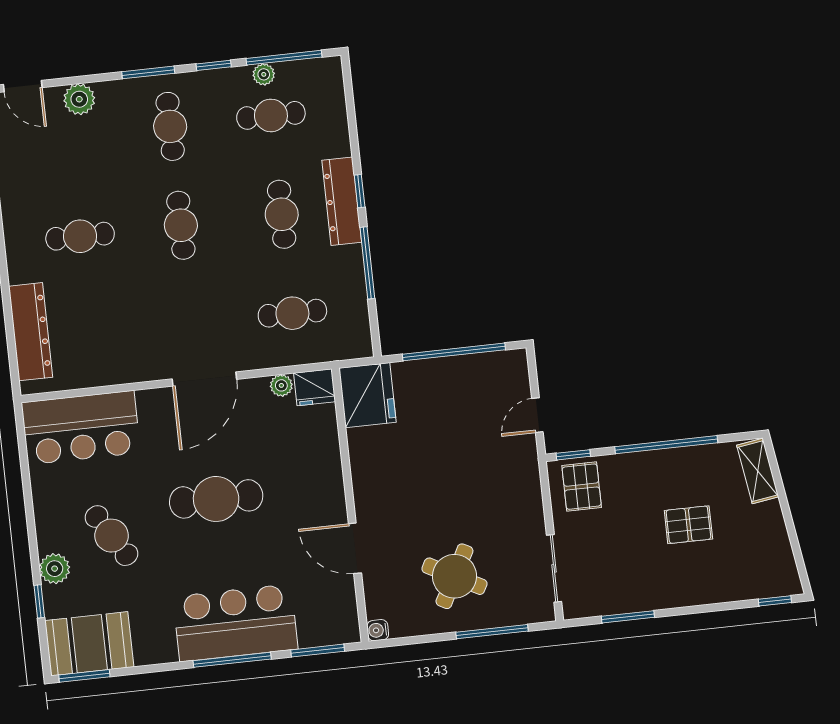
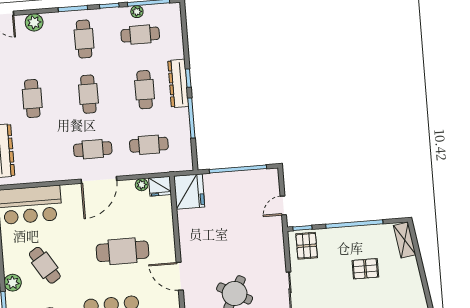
cafe table: (80, 236) -> (32, 98), turned 90
cafe table: (192, 324) -> (93, 149), added
cafe table: (216, 499) -> (122, 251), moved

